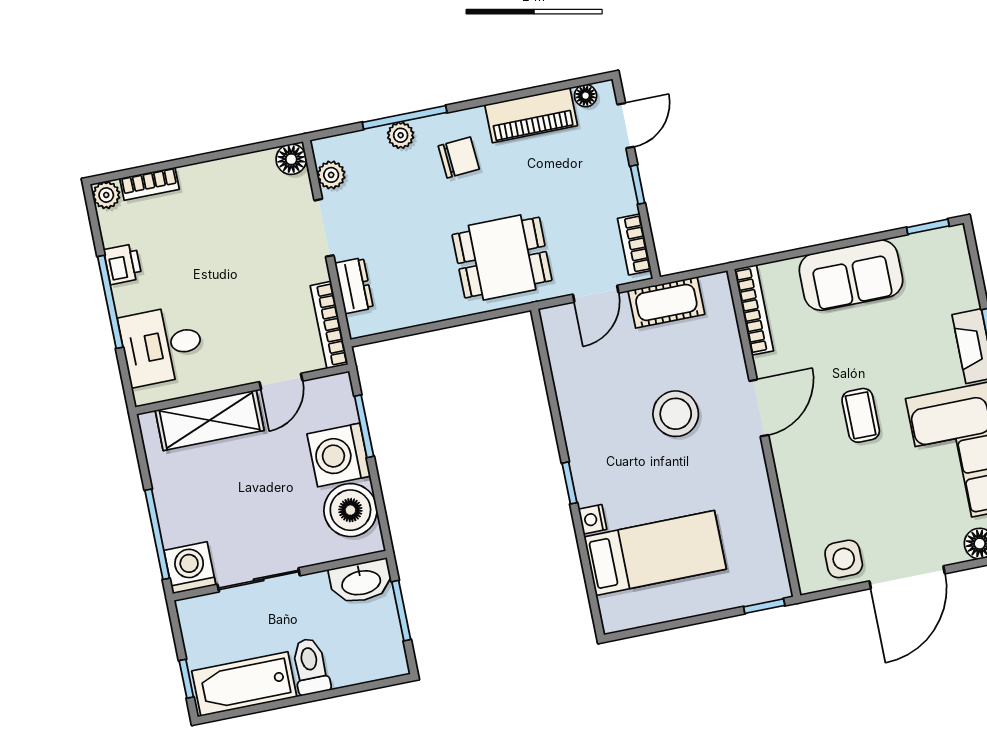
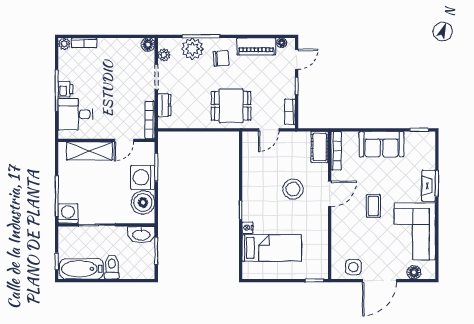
plant: (401, 135) -> (193, 49), width x1.88, depth x1.88
printer: (123, 264) -> (65, 89), moved
cot: (666, 302) -> (320, 147), moved, turned 90

